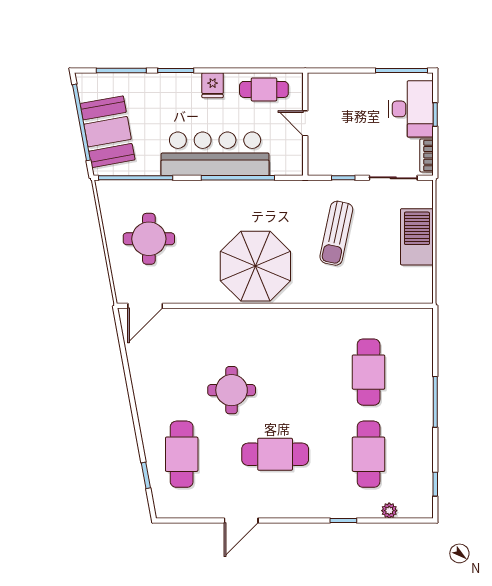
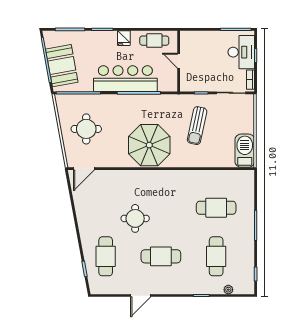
barbecue: (417, 237) -> (245, 151), moved
cafe table: (369, 372) -> (216, 208), turned 90

